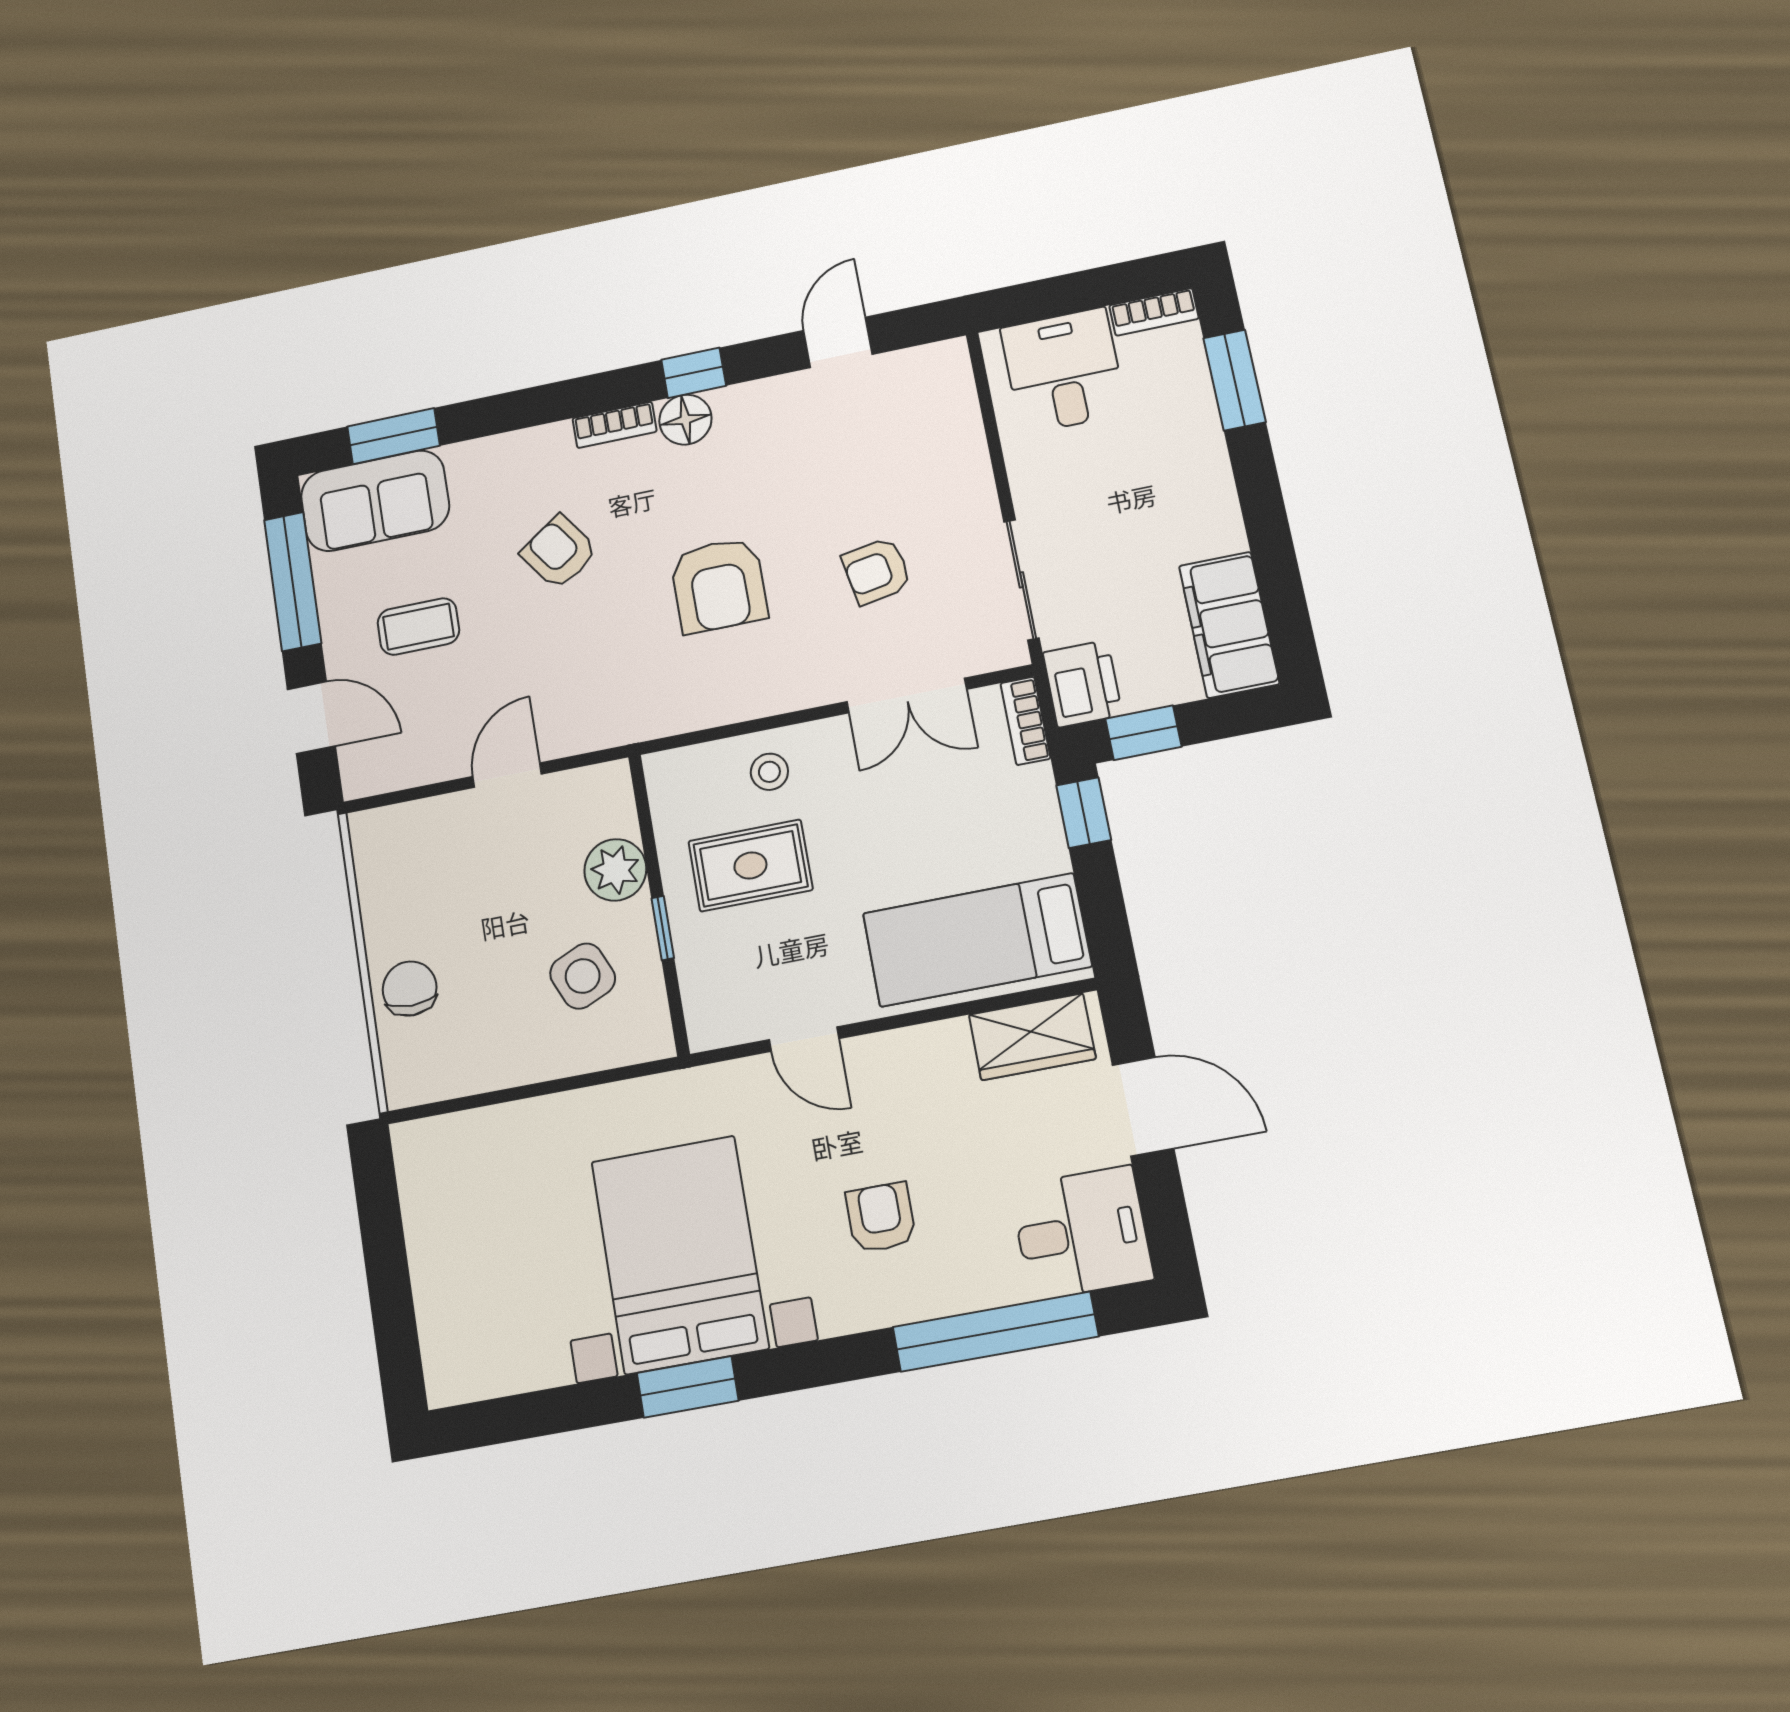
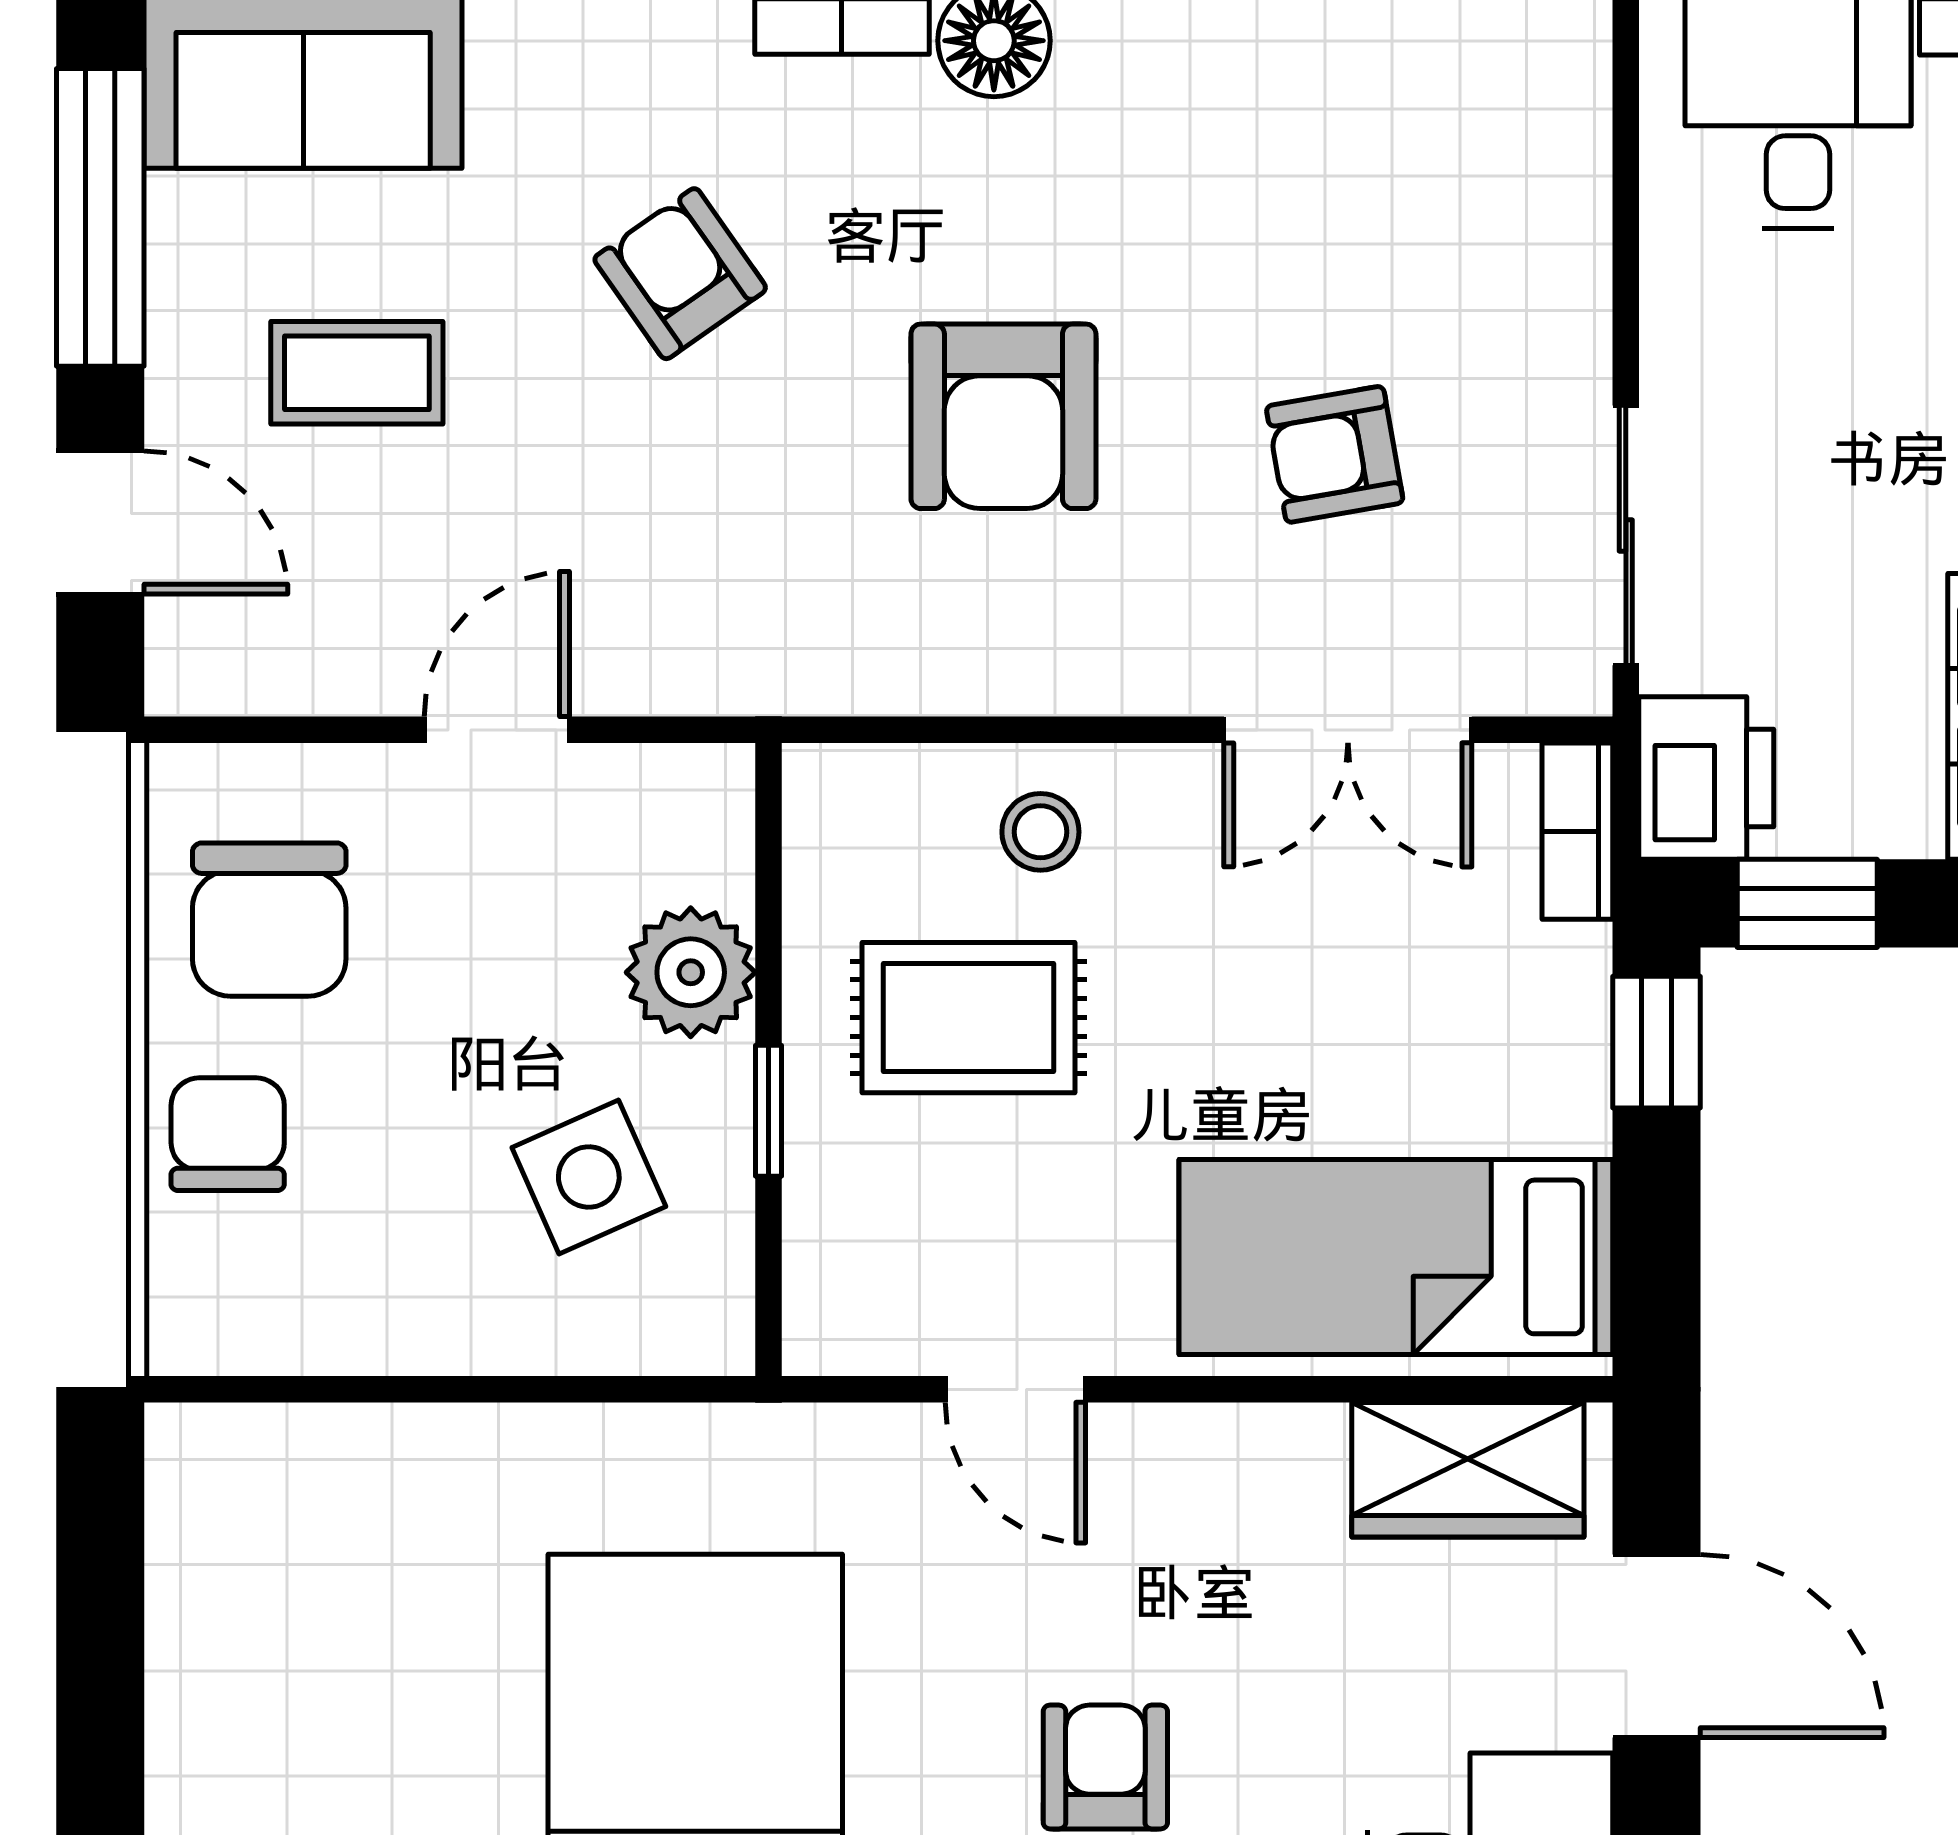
chair: (415, 884) -> (269, 920), added

